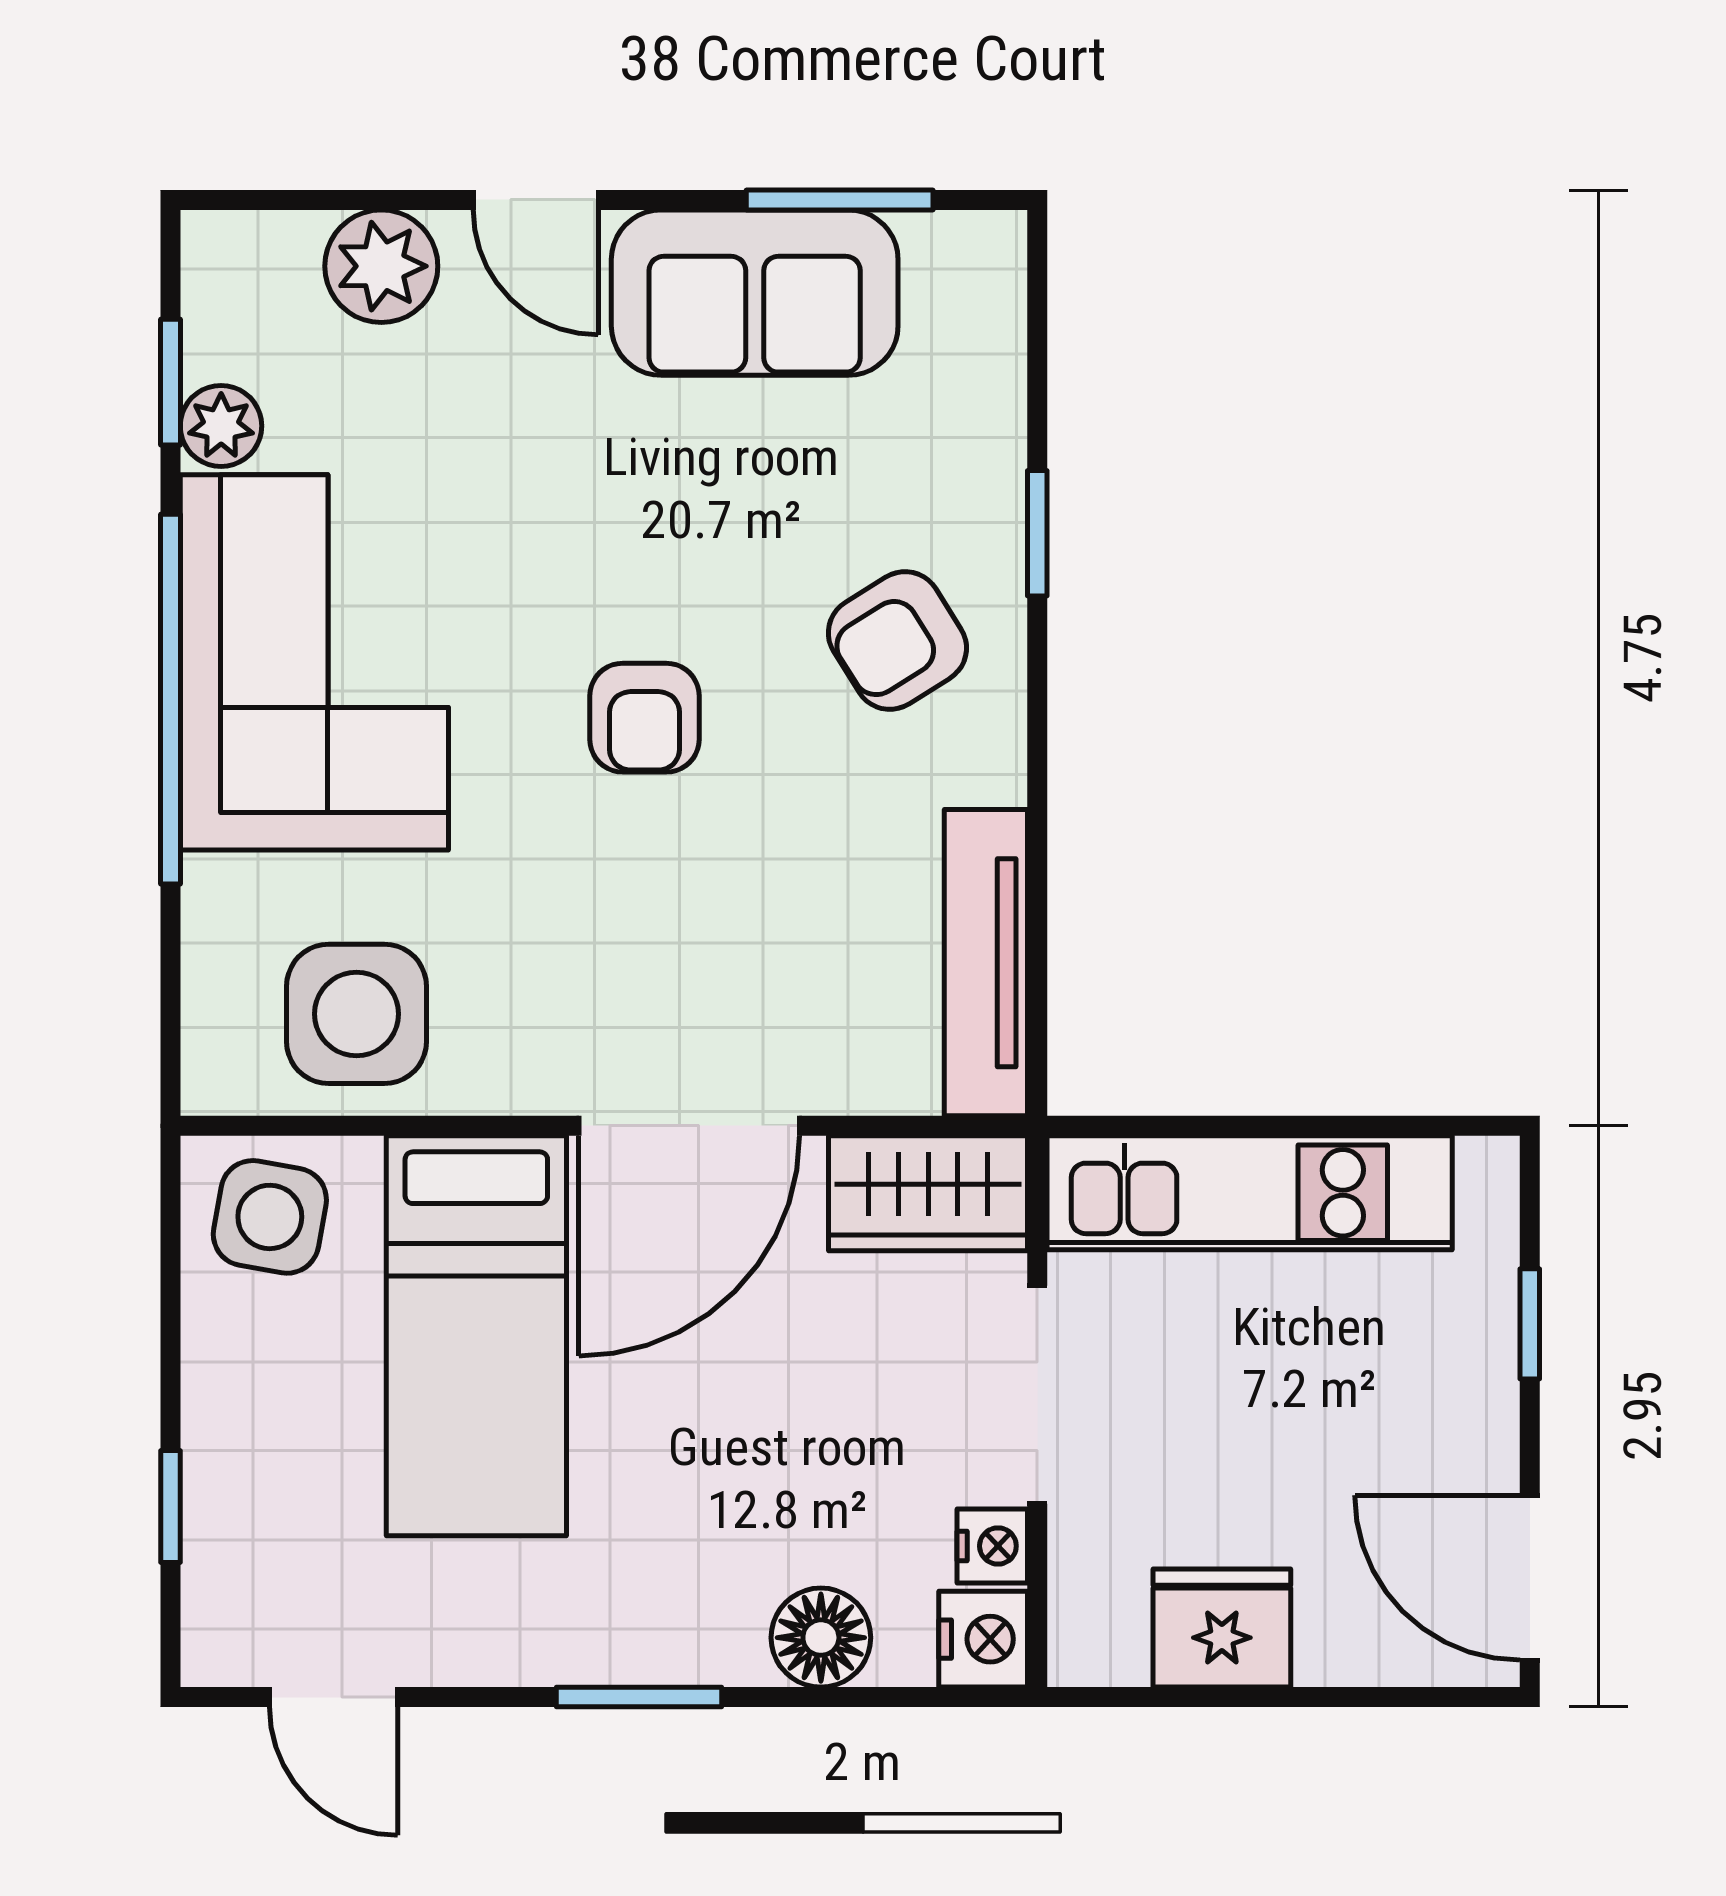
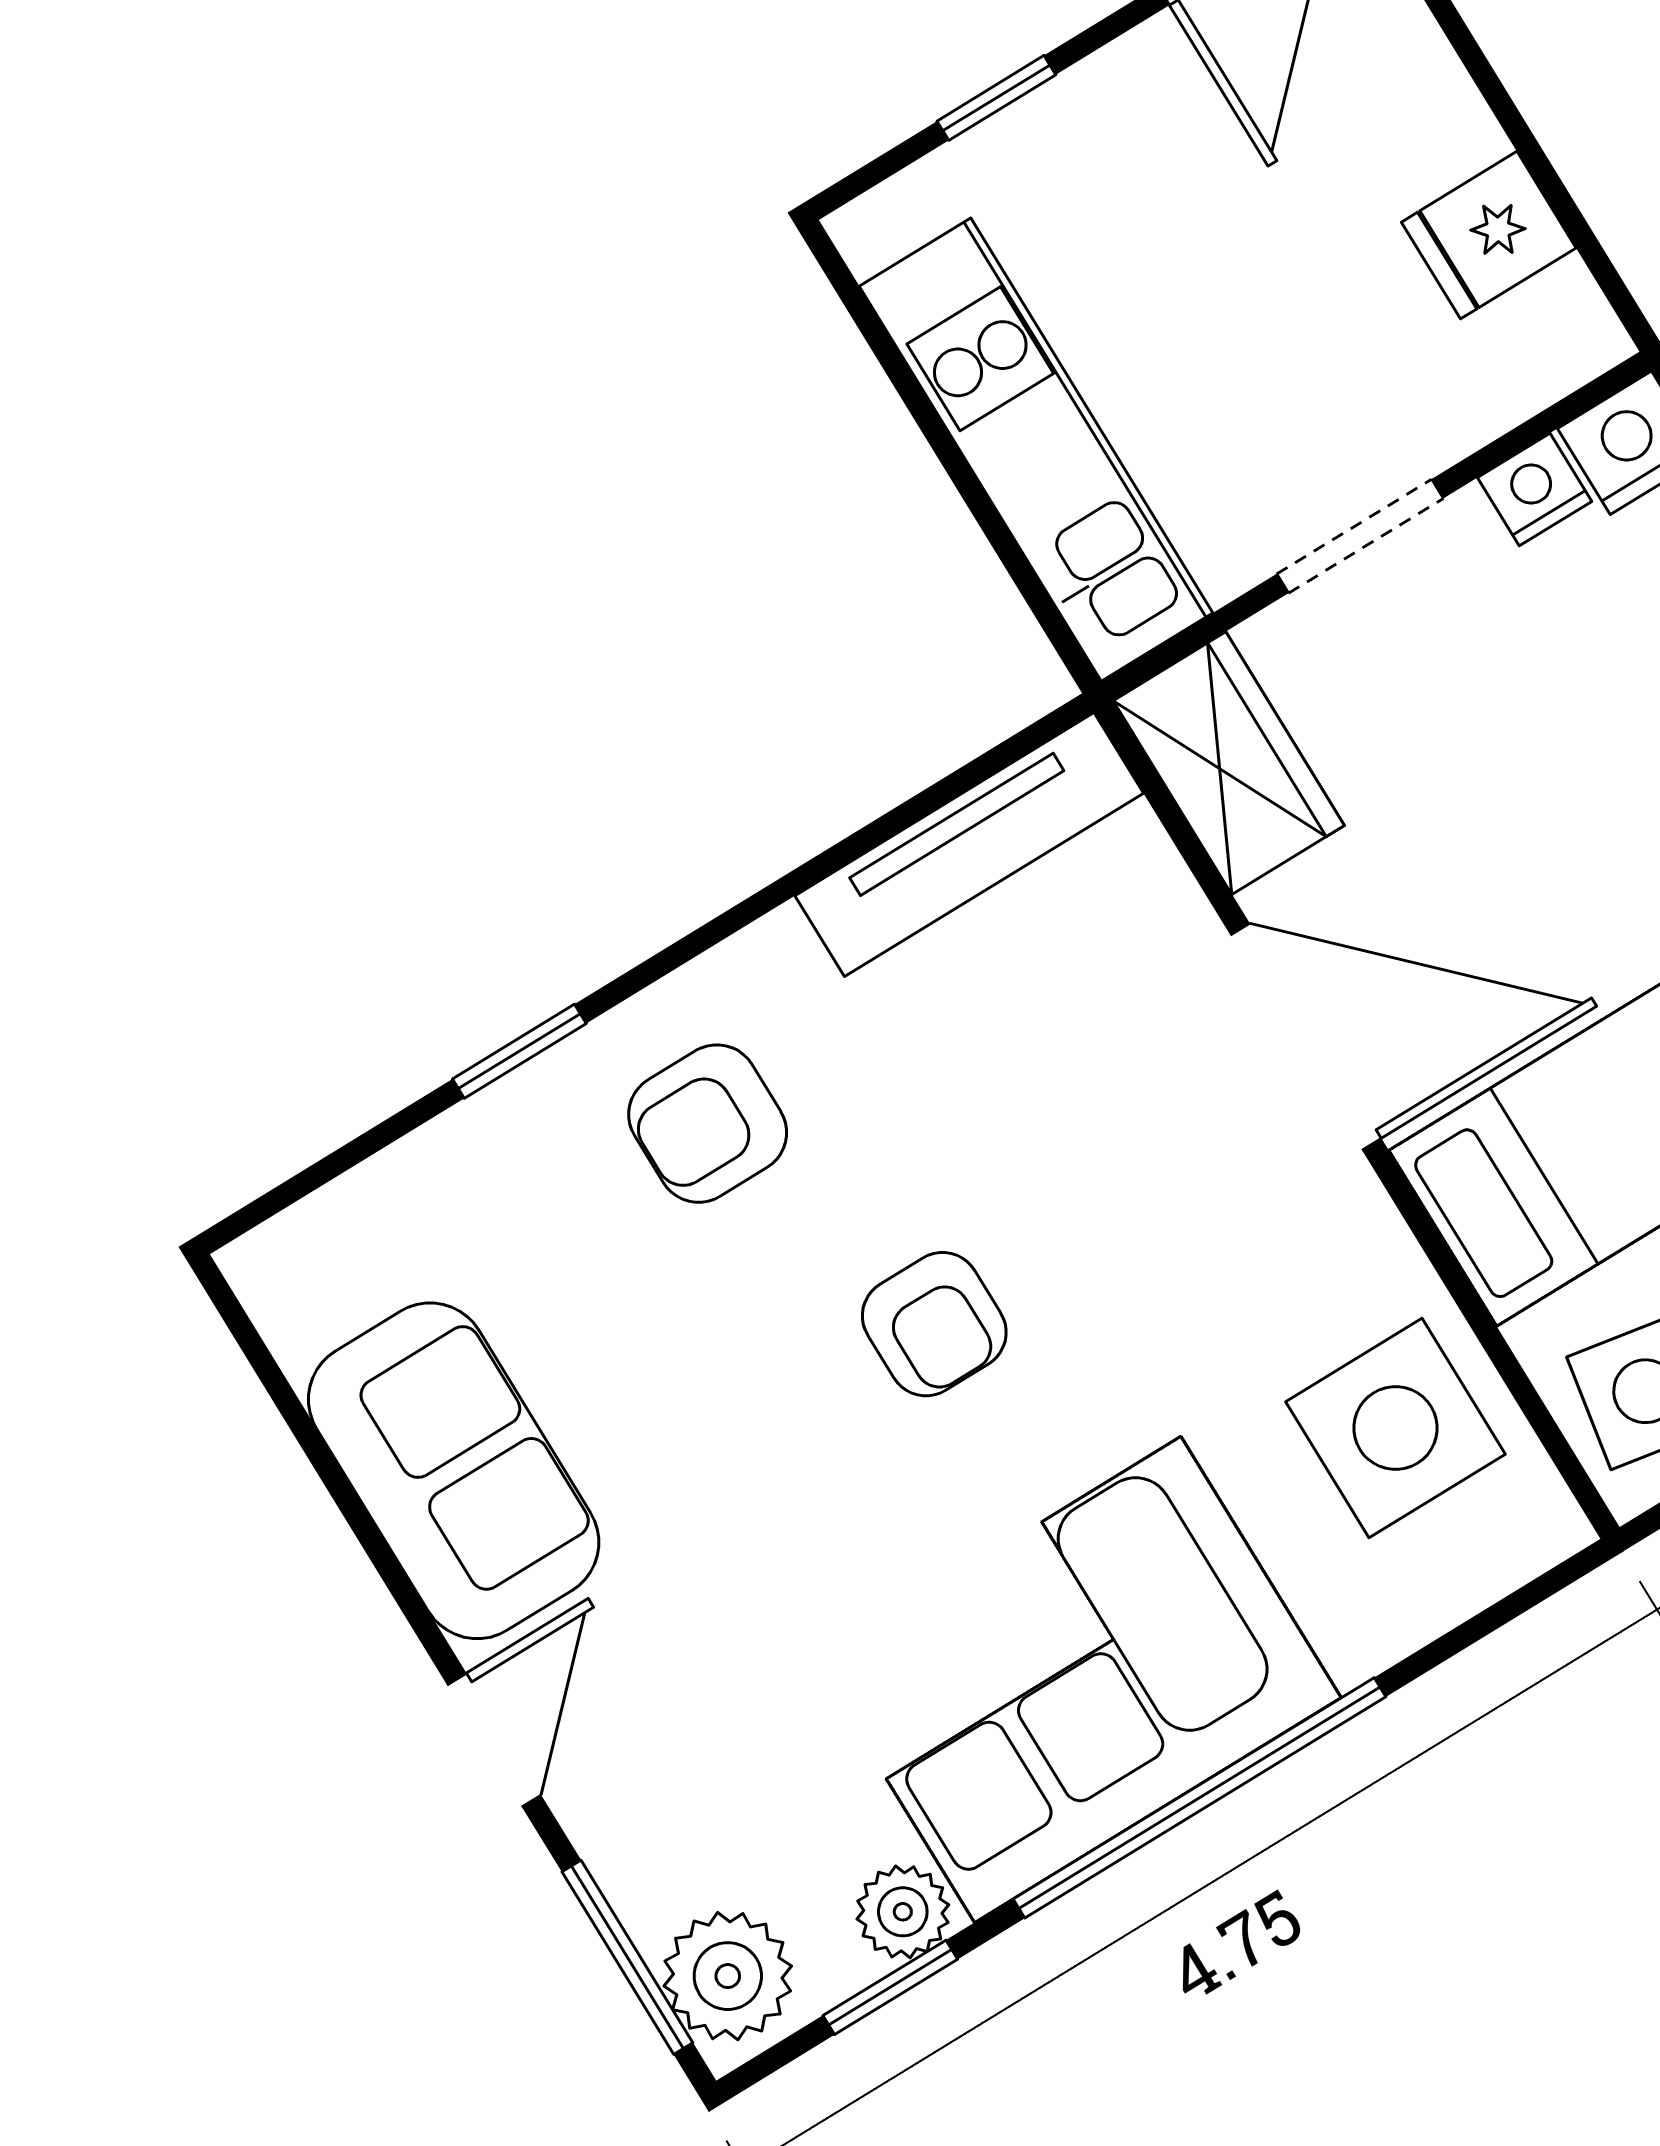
window: (840, 200) -> (627, 1957), moved
plant: (381, 266) -> (728, 1976), moved
armchair: (897, 640) -> (708, 1124), turned 122
armchair: (645, 718) -> (934, 1324), turned 90
doorway: (1037, 1395) -> (1360, 536), width x0.73
fridge: (1222, 1628) -> (1489, 235), width x0.72

